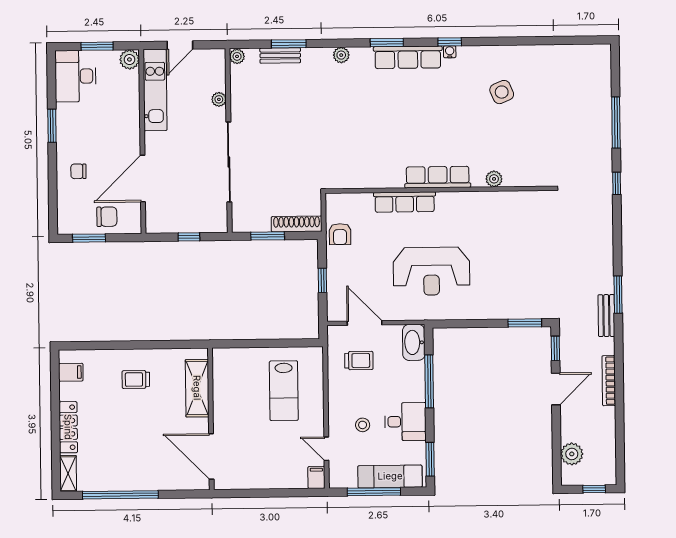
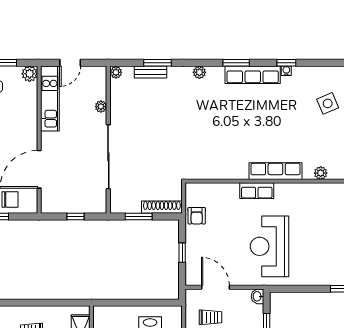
row of seats: (405, 202) -> (257, 191), width x0.68
reception desk: (431, 271) -> (270, 246), turned 90
washbasin: (414, 342) -> (257, 296), width x0.52, depth x0.69

